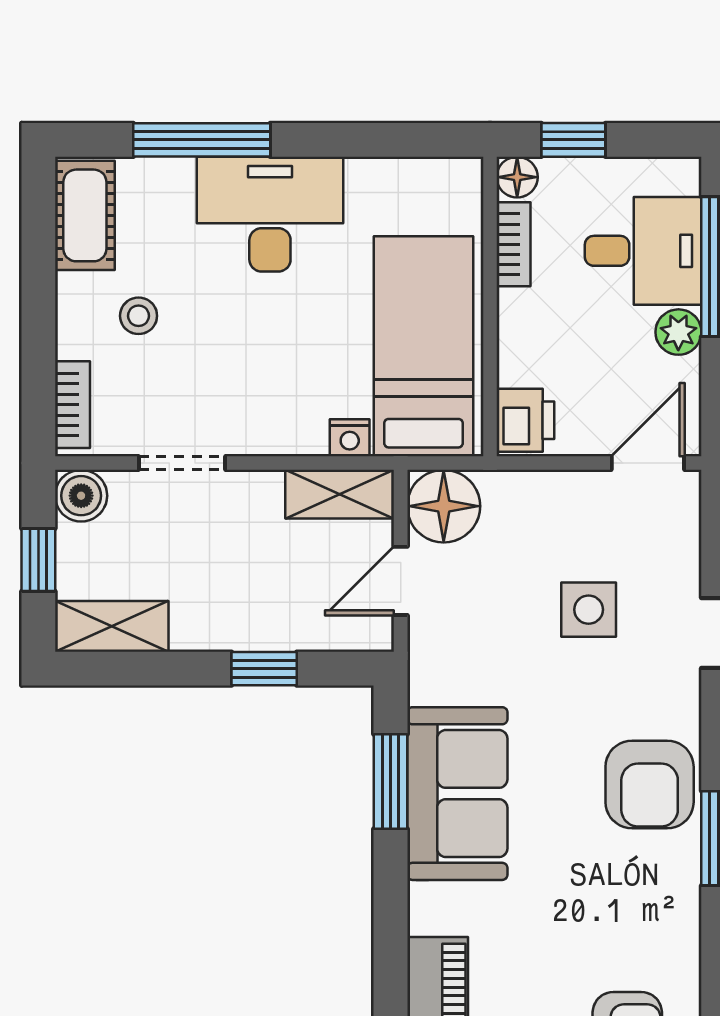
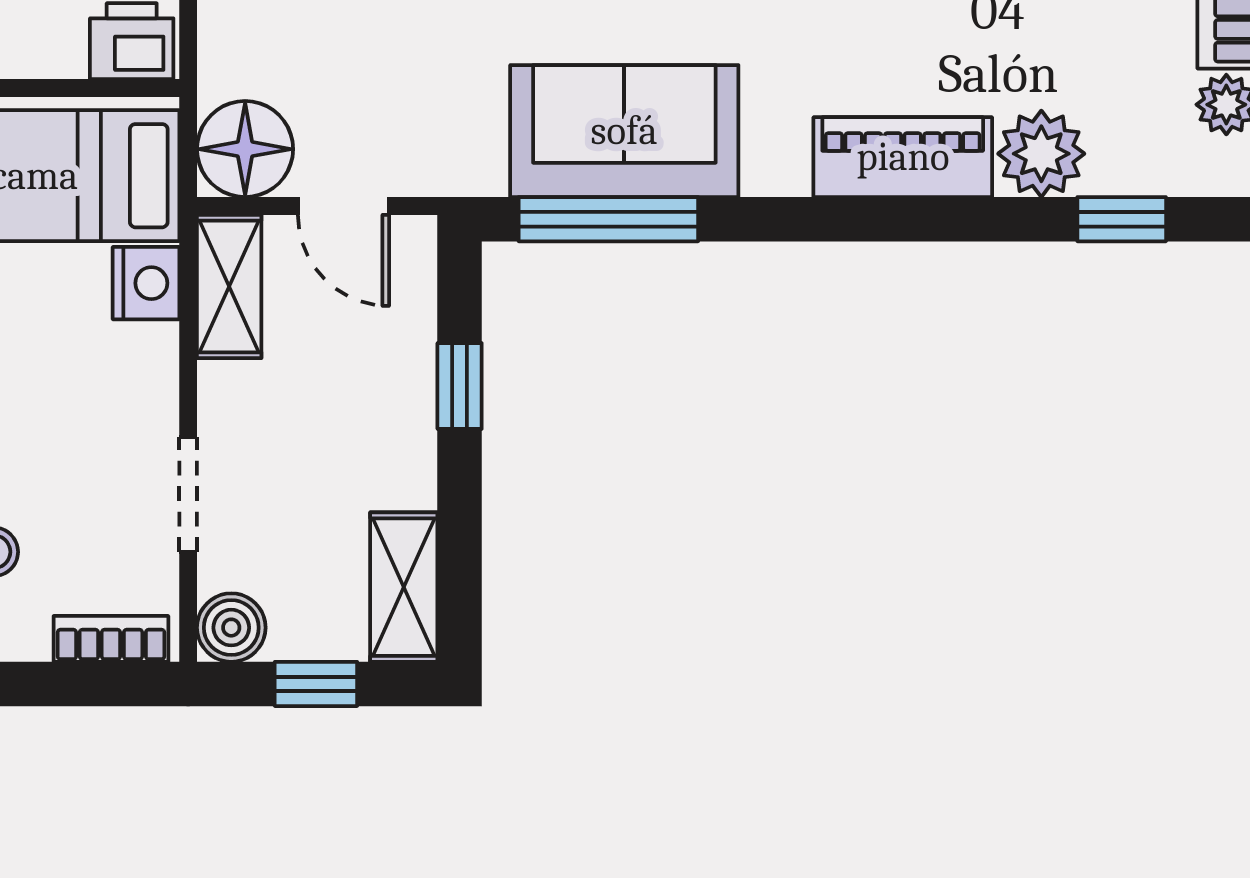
nightstand: (350, 438) -> (146, 283), width x1.39, depth x1.35
window: (391, 781) -> (608, 219), width x1.44

